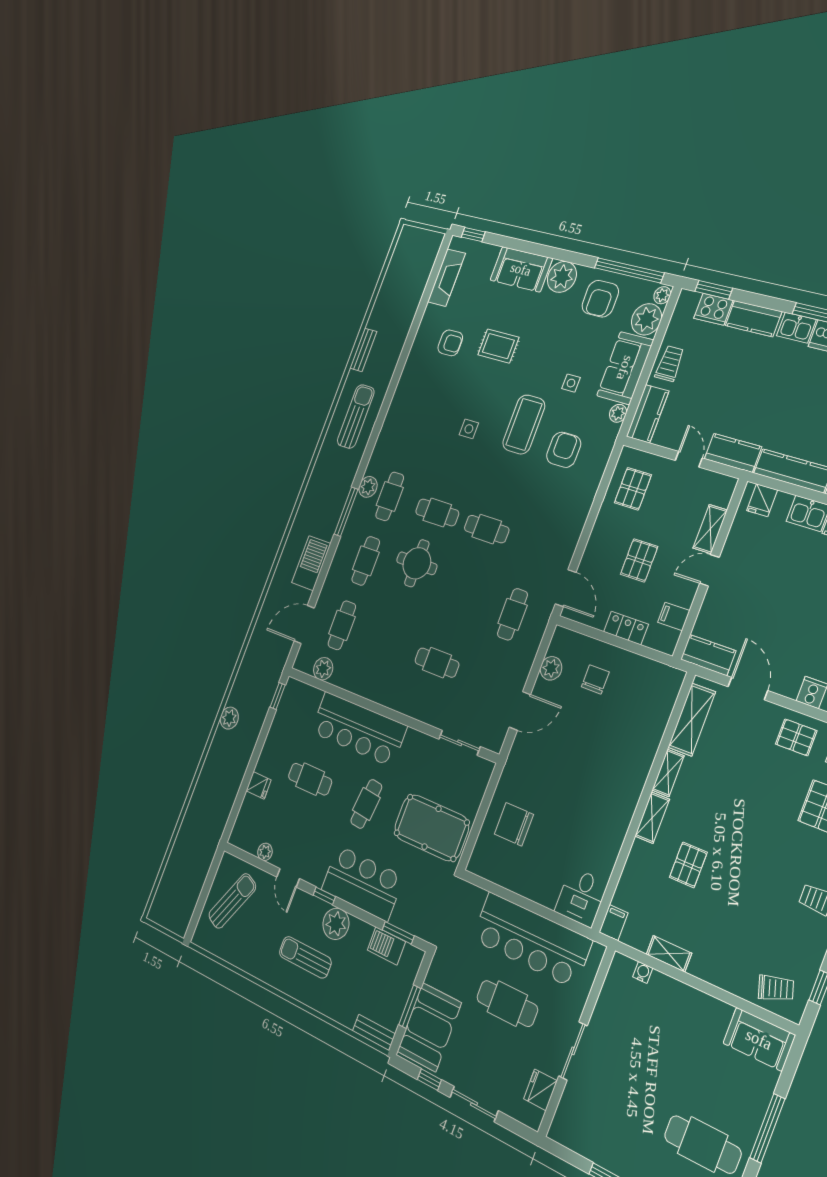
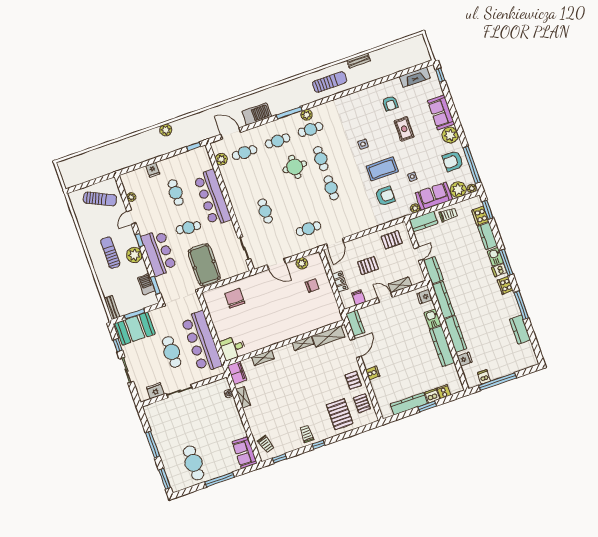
shelving: (652, 818) -> (263, 358), moved
pallet: (688, 865) -> (279, 378), removed
filing cabinet: (614, 923) -> (237, 373), width x2.00

